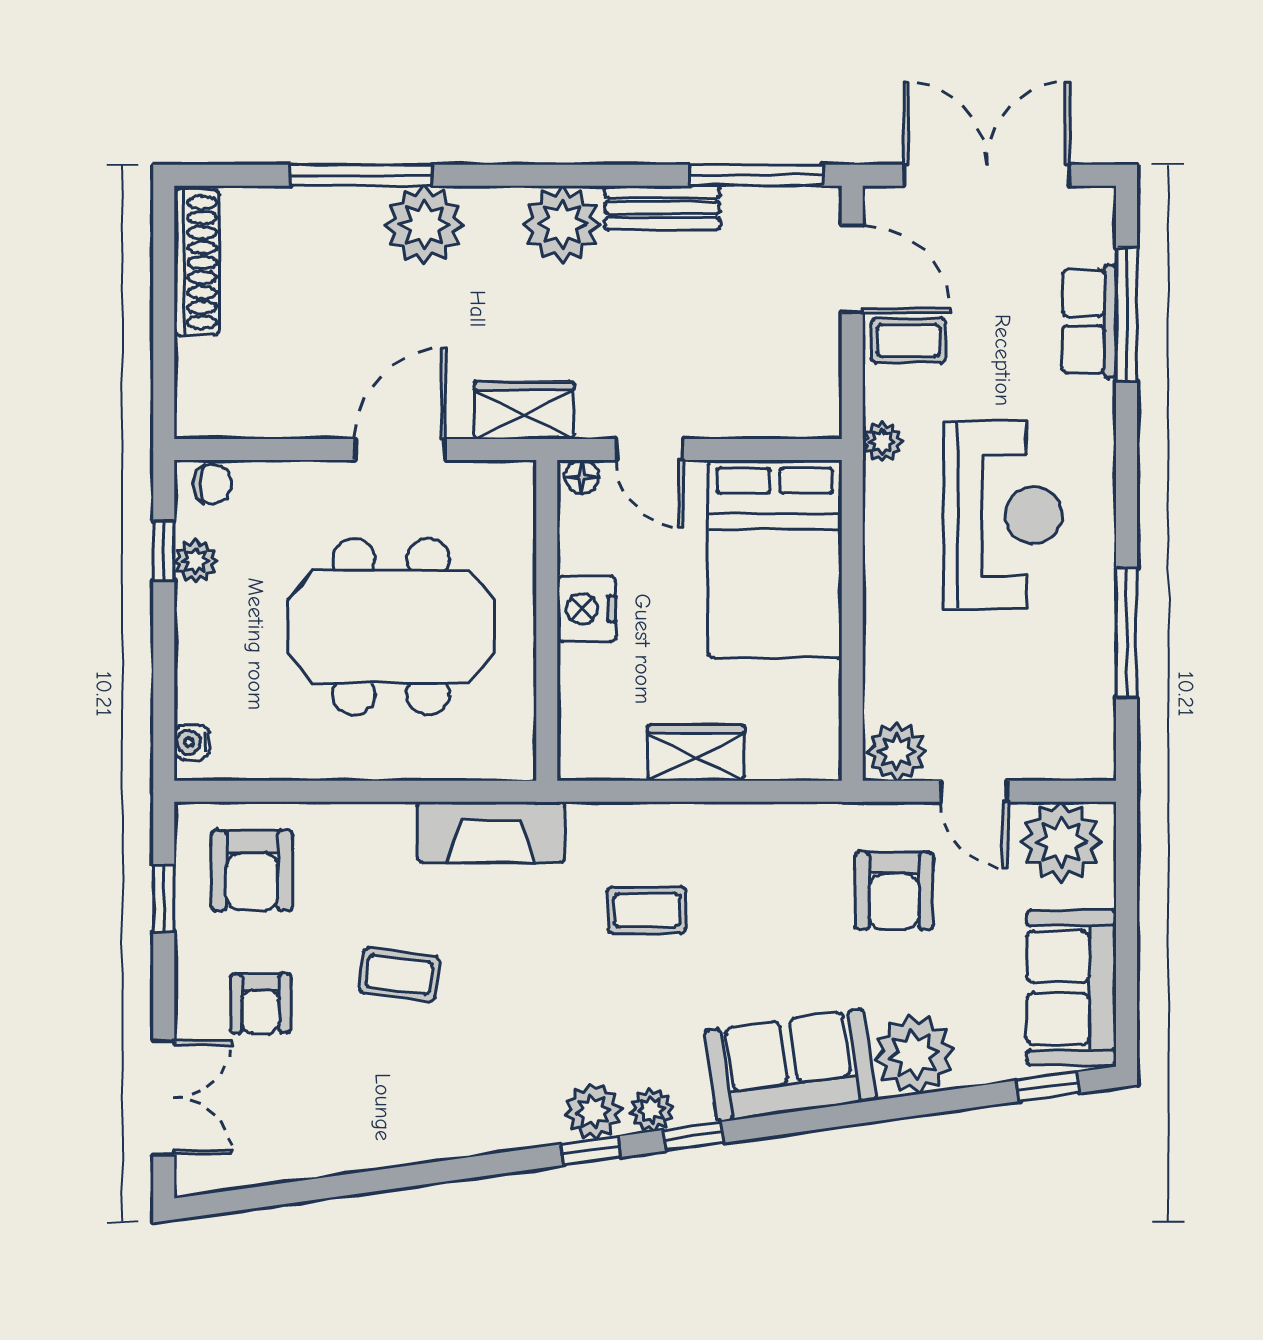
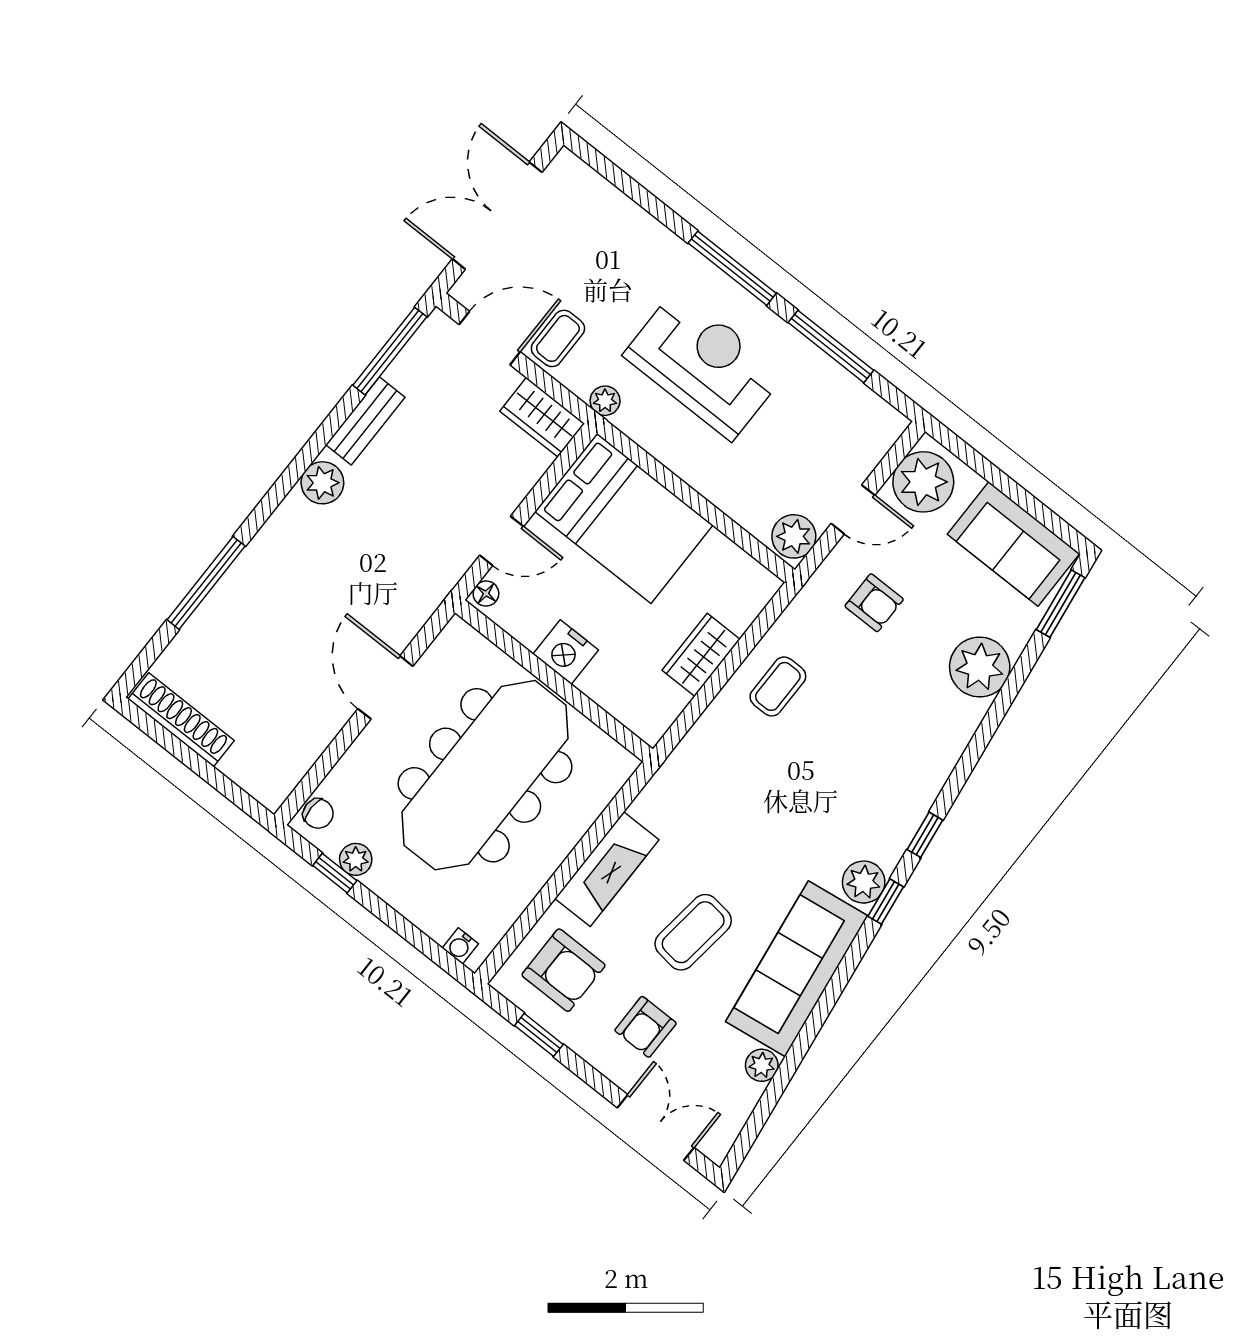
plant: (562, 224) -> (322, 483), width x0.73, depth x0.73
plant: (425, 225) -> (265, 569), removed
window: (1127, 314) -> (732, 268), moved
row of seats: (1089, 321) -> (631, 223), removed
wardrobe: (524, 410) -> (542, 417), moved, turned -90
chair: (212, 484) -> (318, 814), turned 90
meeting table: (391, 627) -> (485, 775), width x1.36
fireplace: (491, 832) -> (607, 869), moved
armchair: (894, 891) -> (874, 603), width x0.72, depth x0.72
coffee table: (647, 910) -> (778, 686), moved
coffee table: (399, 975) -> (693, 932), width x1.36, depth x1.30
armchair: (261, 1003) -> (645, 1027), turned 90
sofa: (790, 1065) -> (797, 969), moved, width x1.36
window: (1048, 1087) -> (1061, 604), width x1.50
plant: (652, 1110) -> (762, 1065), moved

